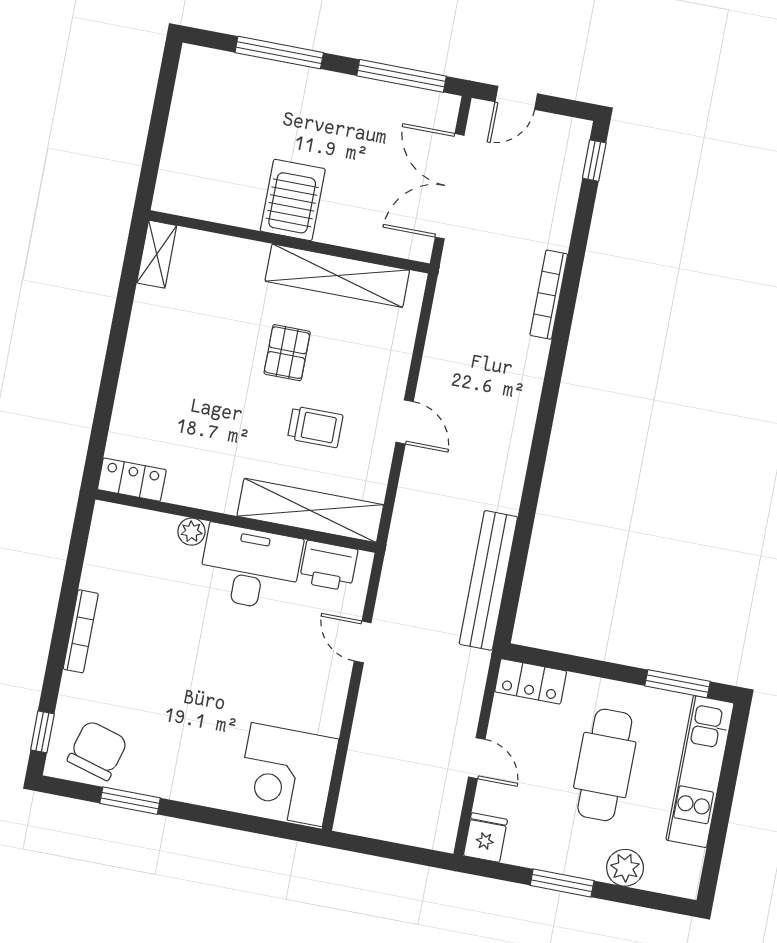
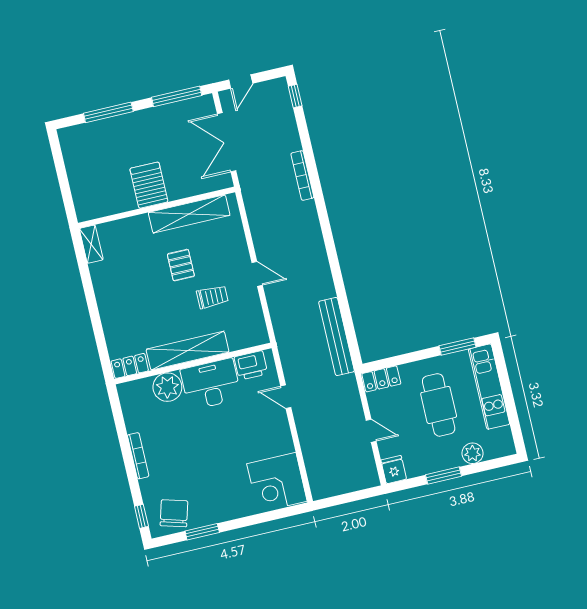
shelving: (310, 510) -> (188, 351), moved
plant: (191, 532) -> (167, 387), width x1.88, depth x1.88

